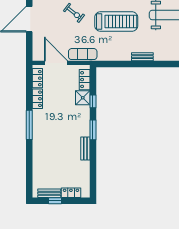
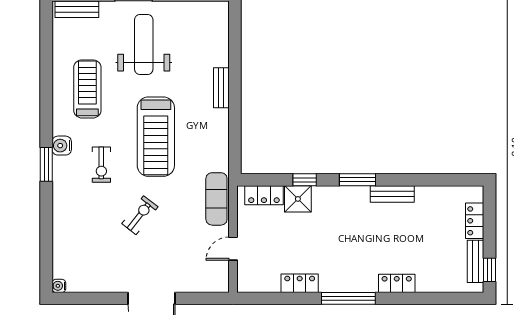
treadmill: (116, 21) -> (156, 137), turned 180
door: (56, 63) -> (233, 249), width x0.53
locker: (37, 78) -> (397, 283), moved
window: (55, 201) -> (490, 270), moved

